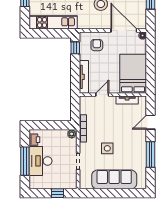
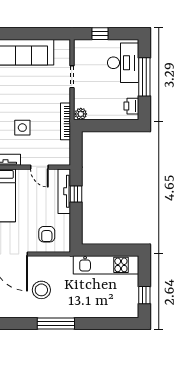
window: (75, 48) -> (76, 194), moved
door: (102, 95) -> (39, 167), hinge flipped
side table: (107, 148) -> (22, 128), moved
desk: (40, 161) -> (123, 63), moved

